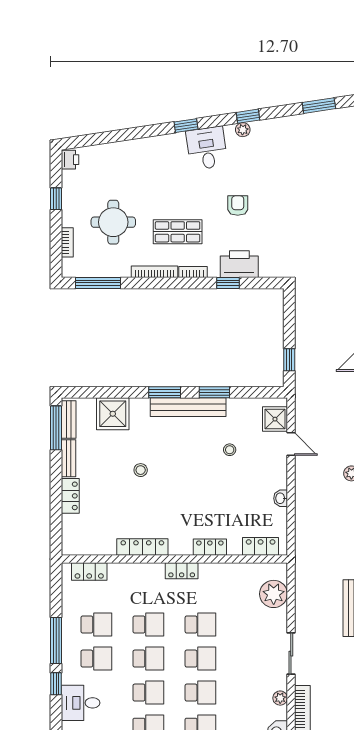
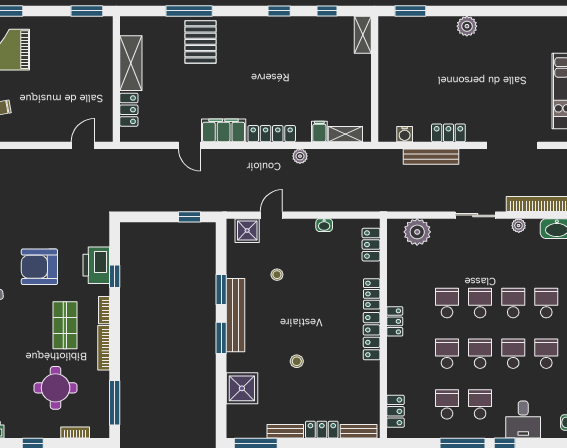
armchair: (238, 206) -> (39, 267), width x1.88, depth x1.88
bench: (69, 419) -> (359, 431), moved
locker: (142, 547) -> (372, 336), moved

